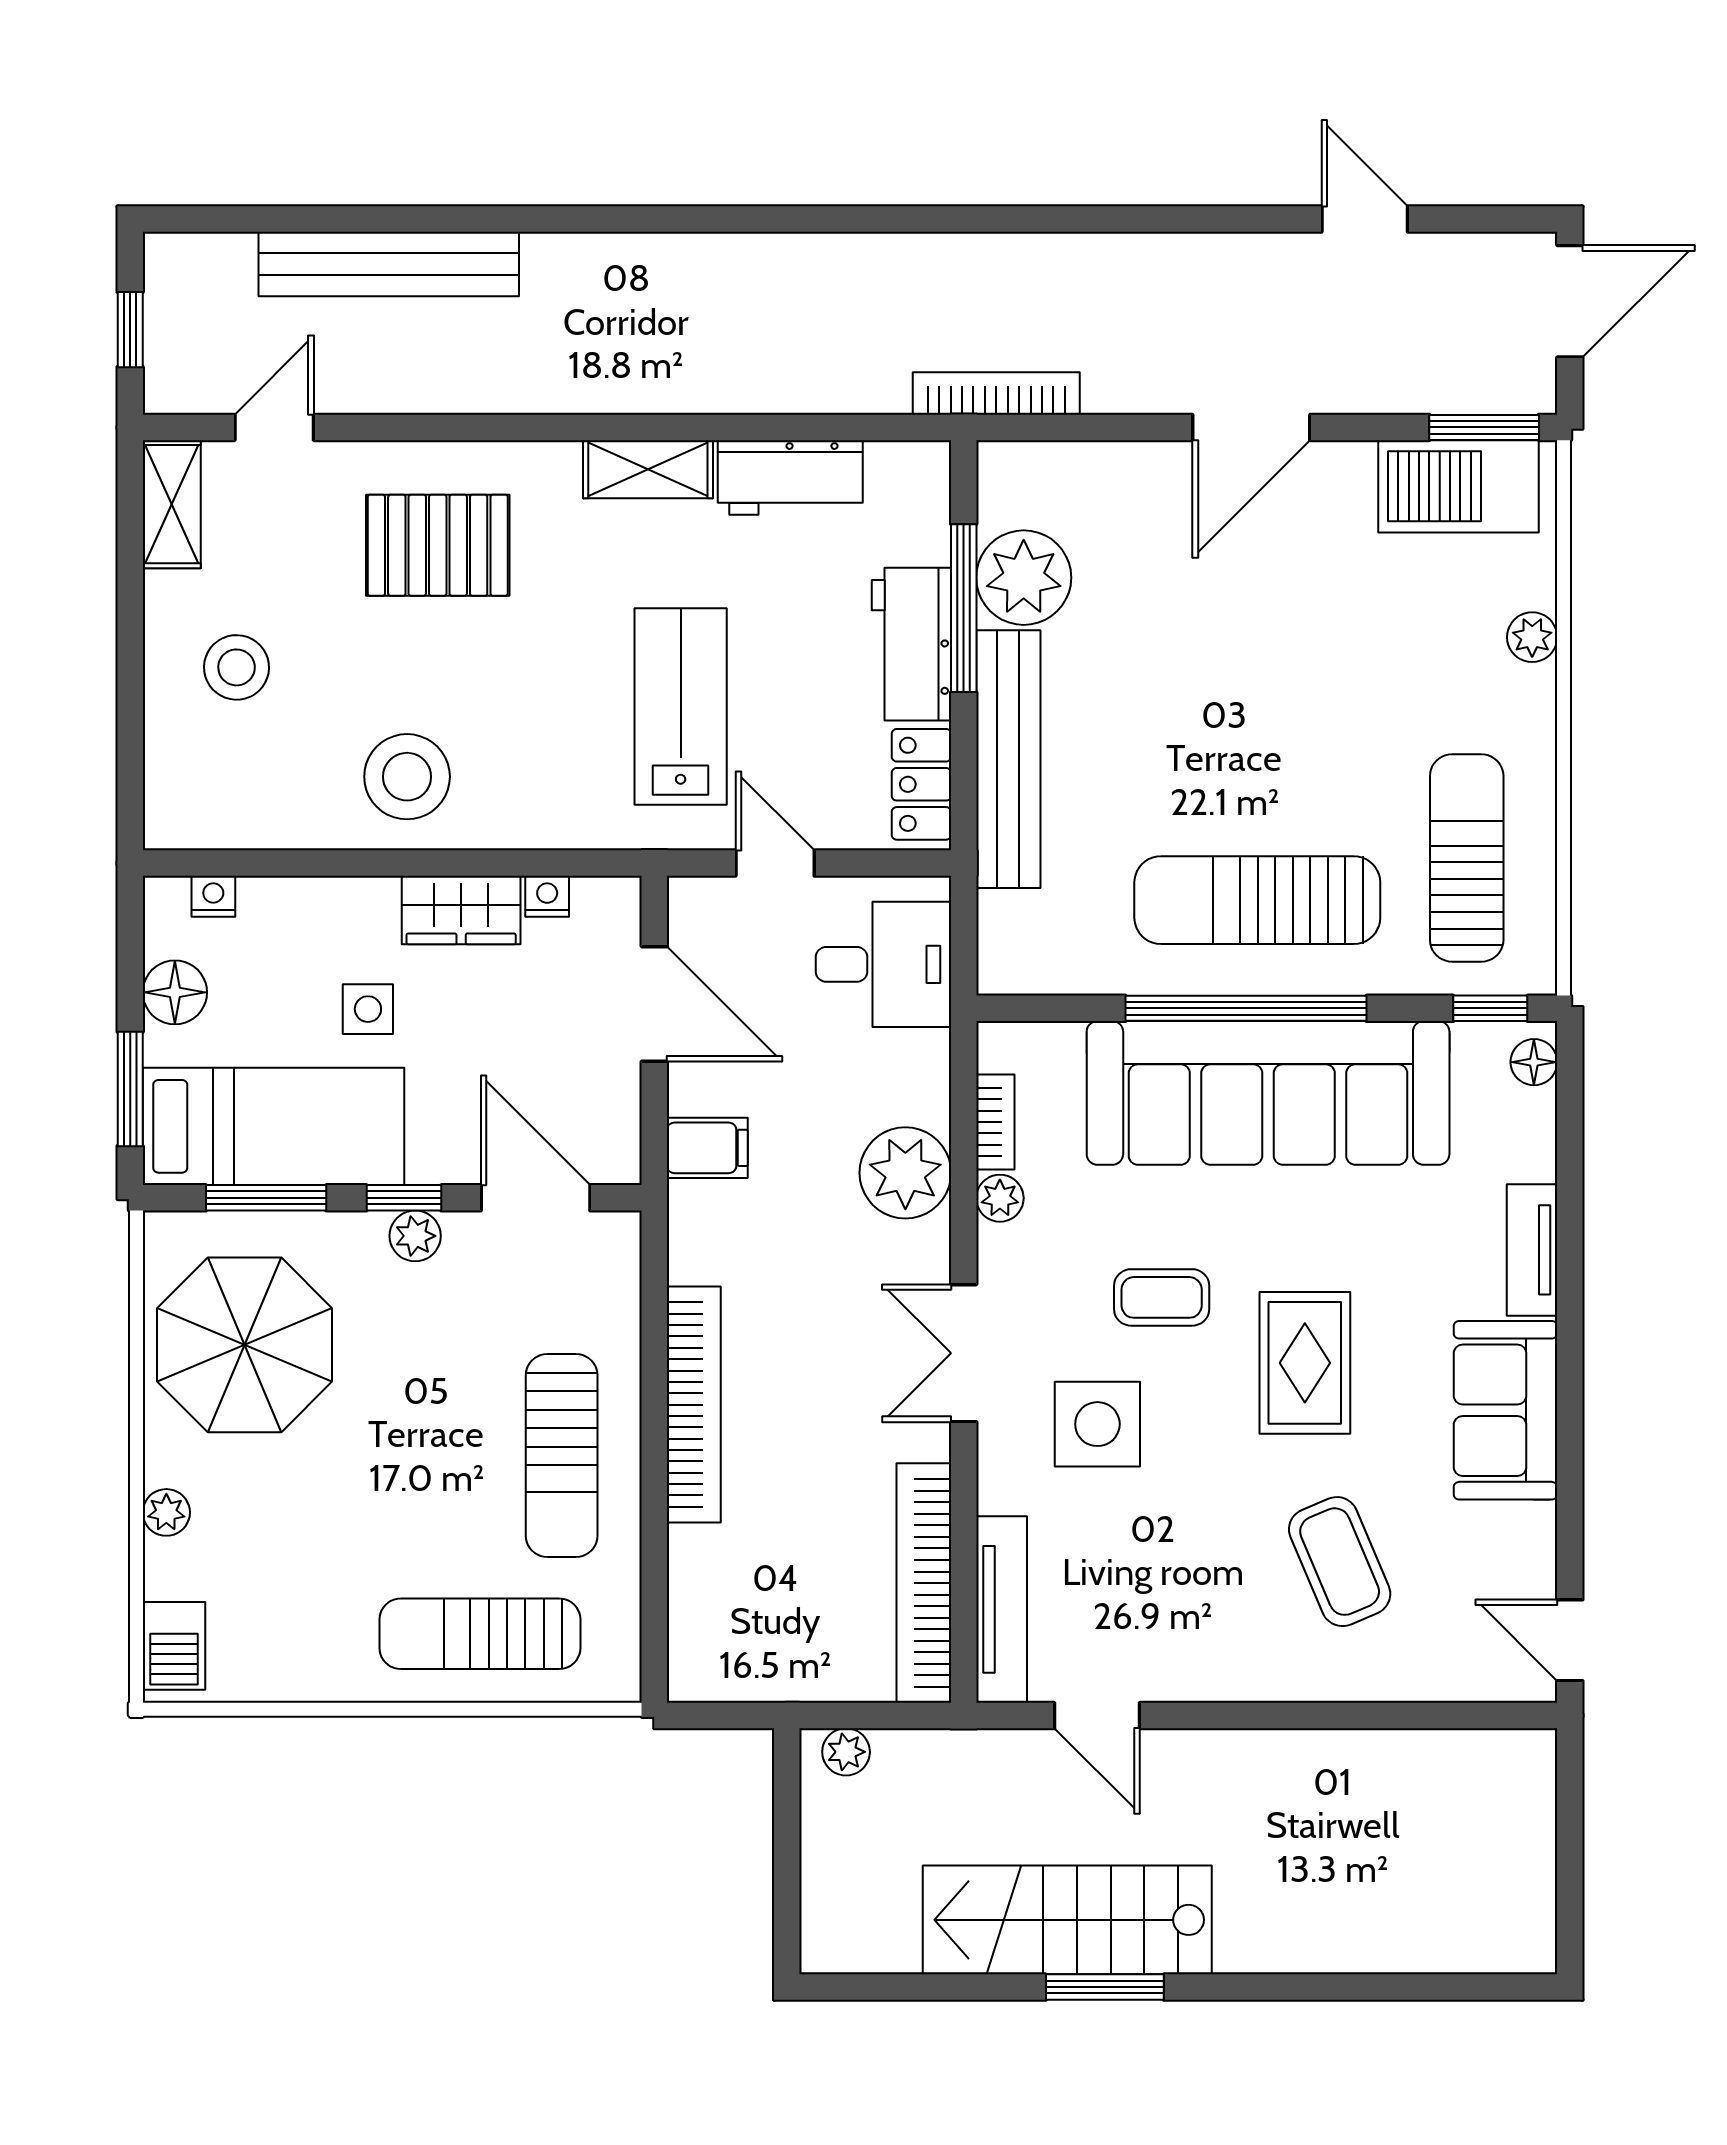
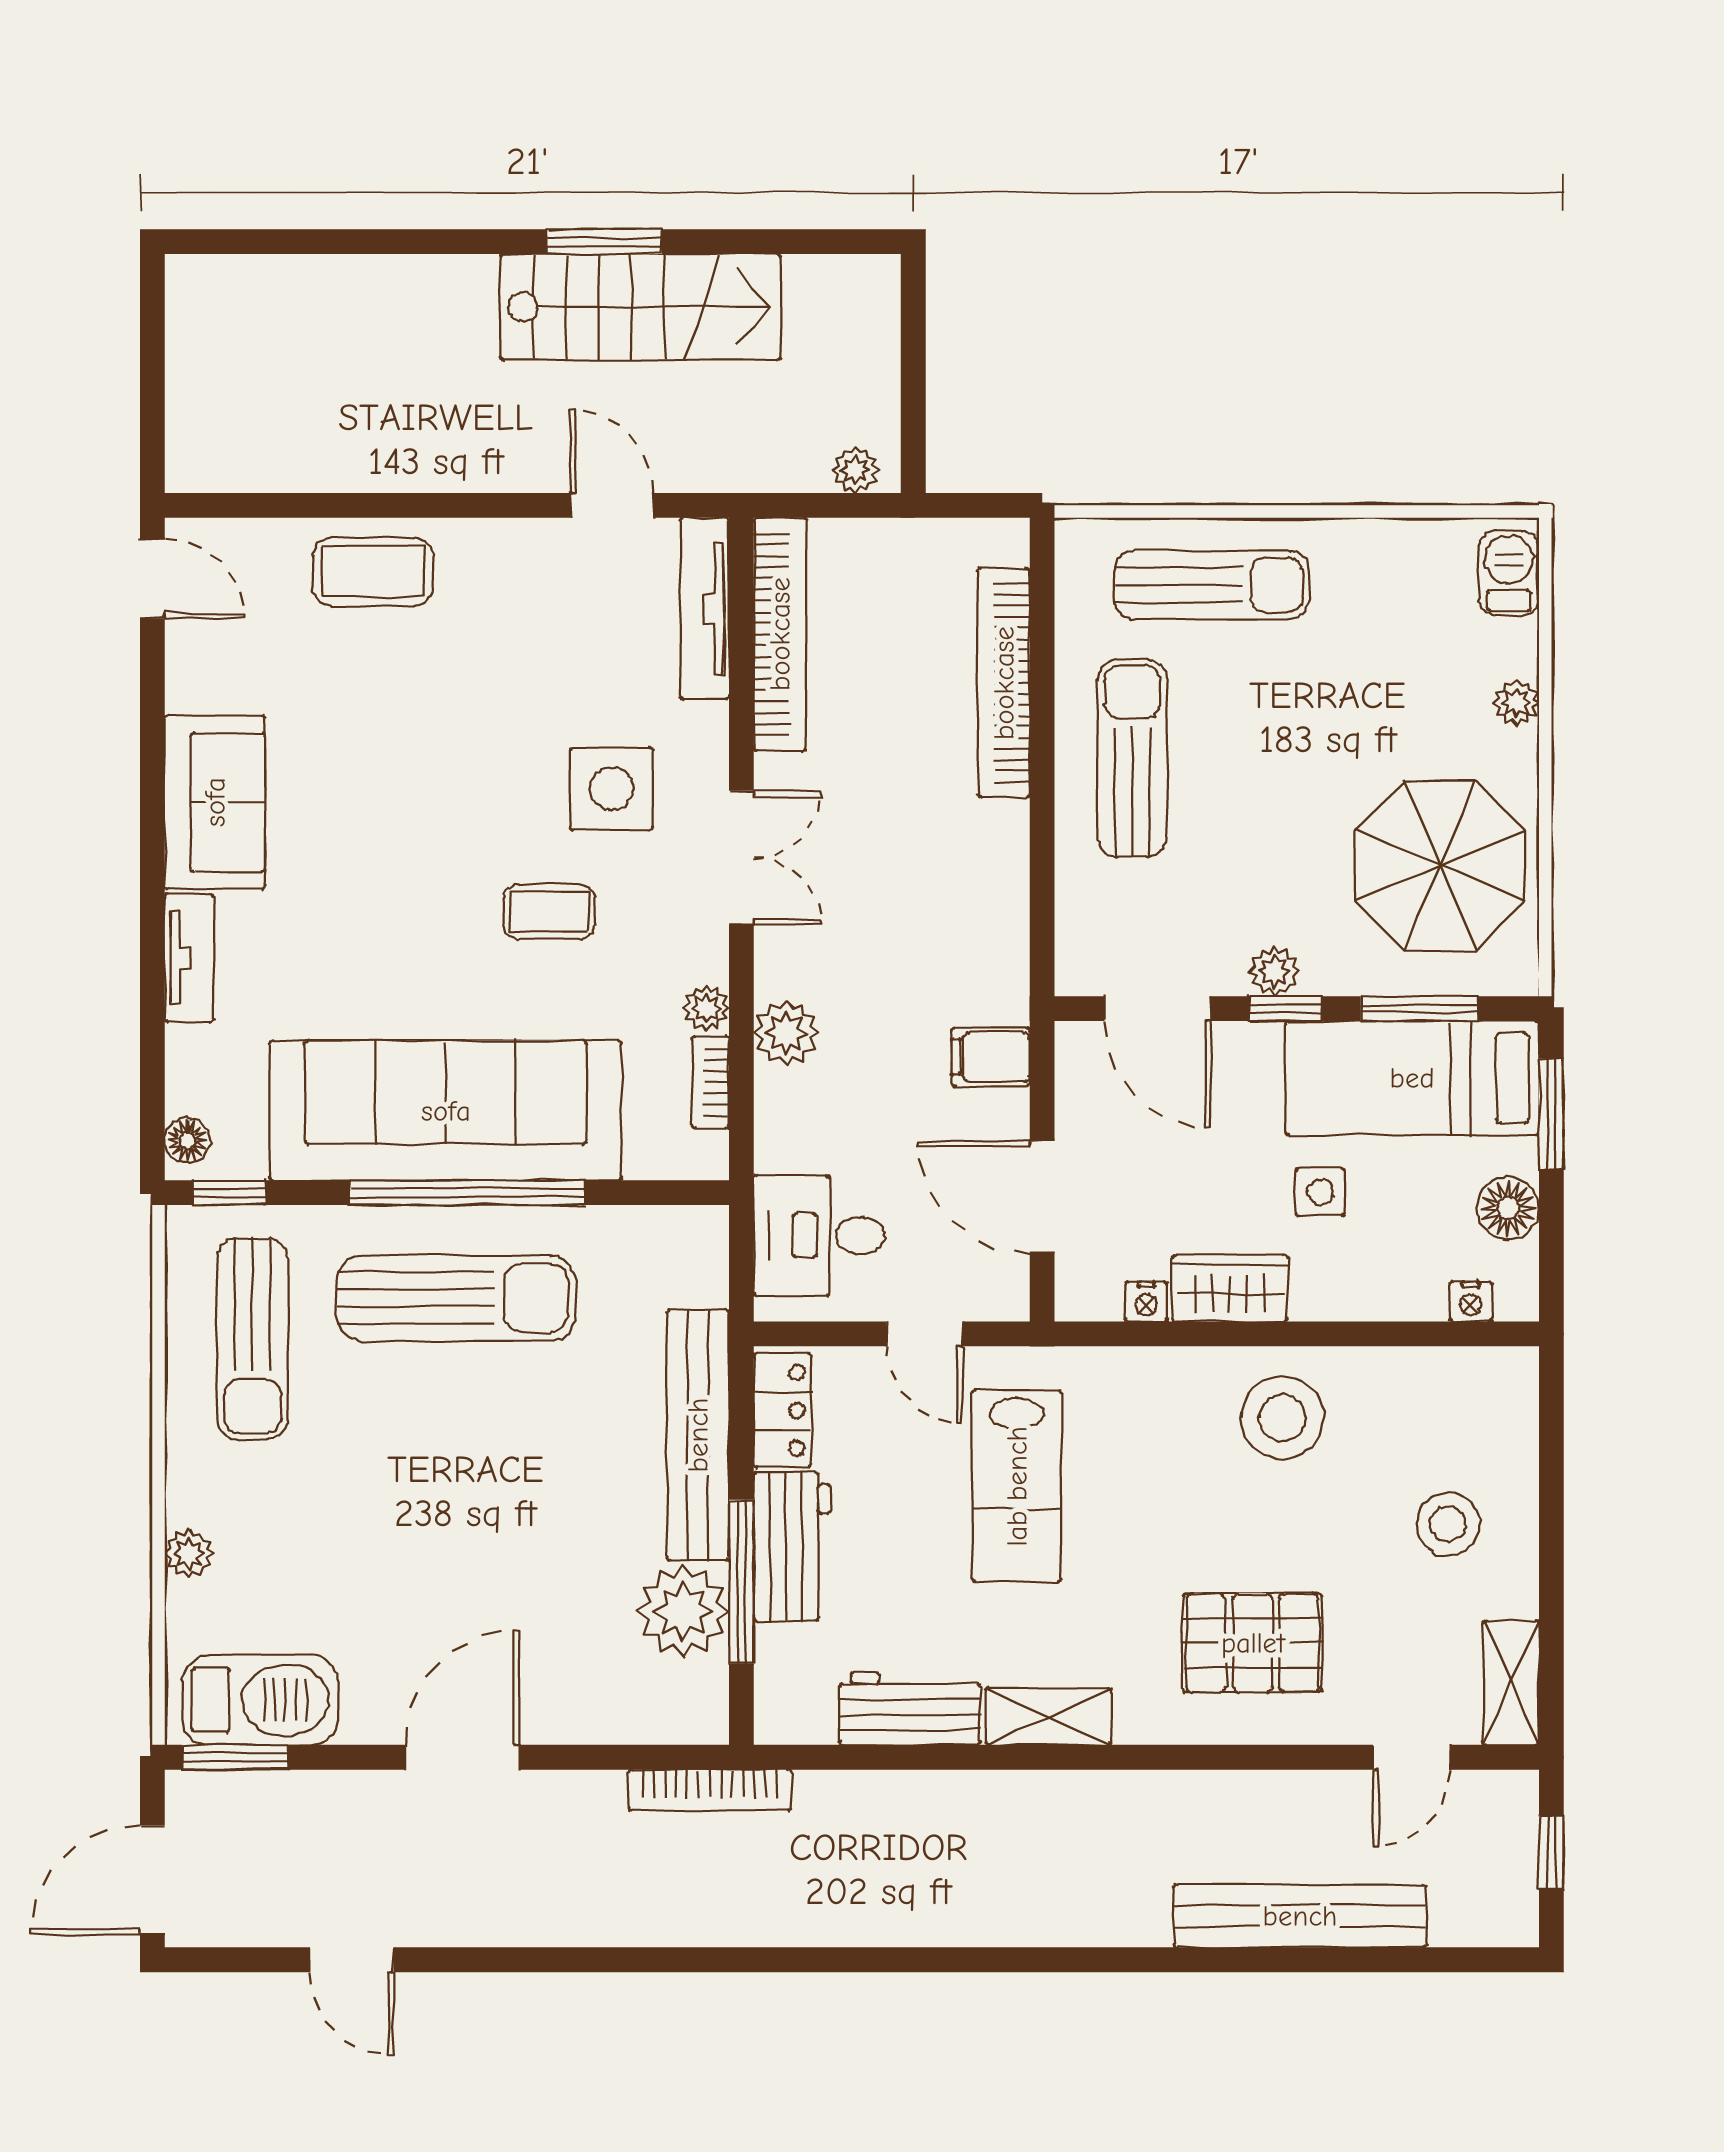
plant: (905, 1173) -> (786, 1033), width x0.73, depth x0.73
rug: (1305, 1363) -> (410, 848), removed
bookcase: (694, 1405) -> (1004, 683), moved
coffee table: (1340, 1562) -> (373, 572), moved, turned -67

